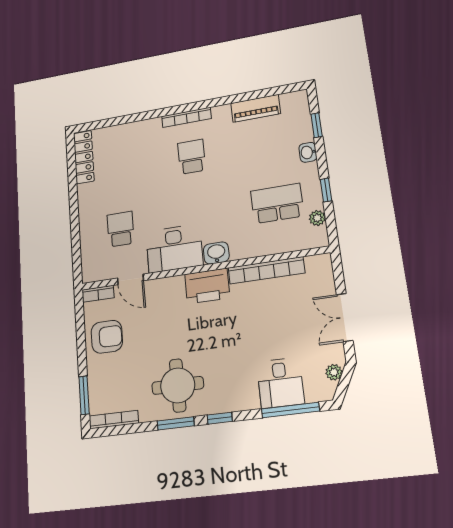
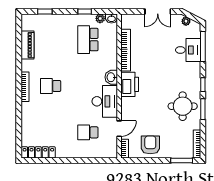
washbasin: (308, 152) -> (111, 19), moved

